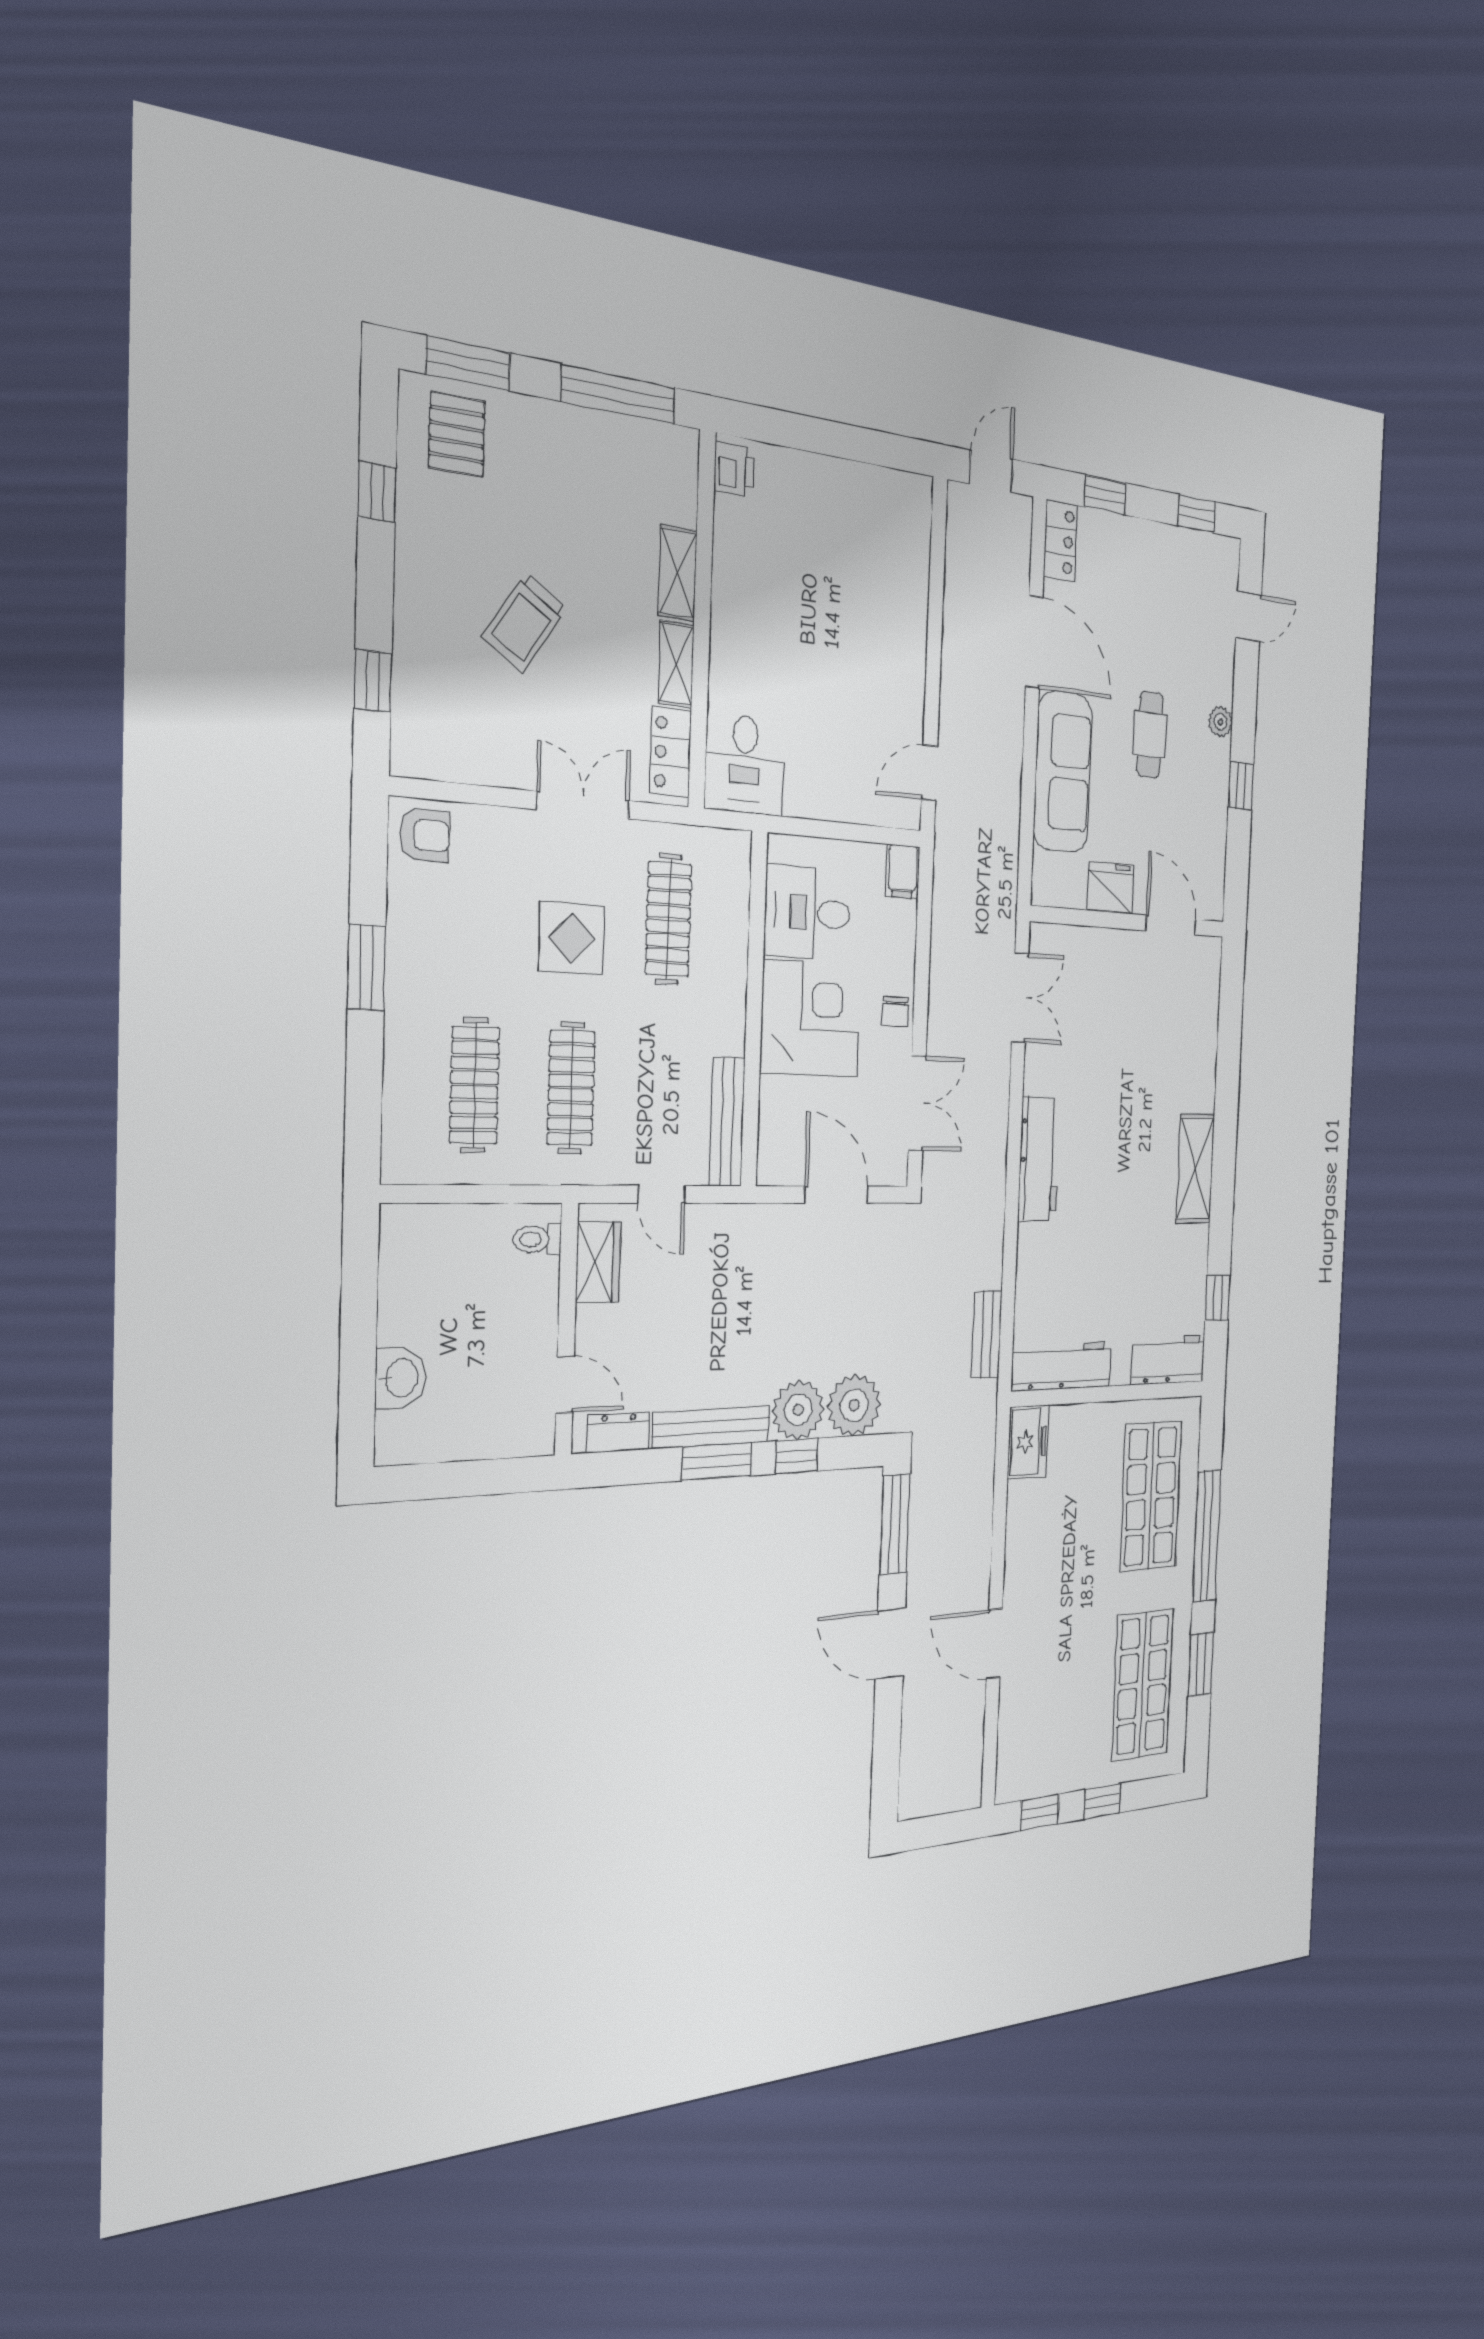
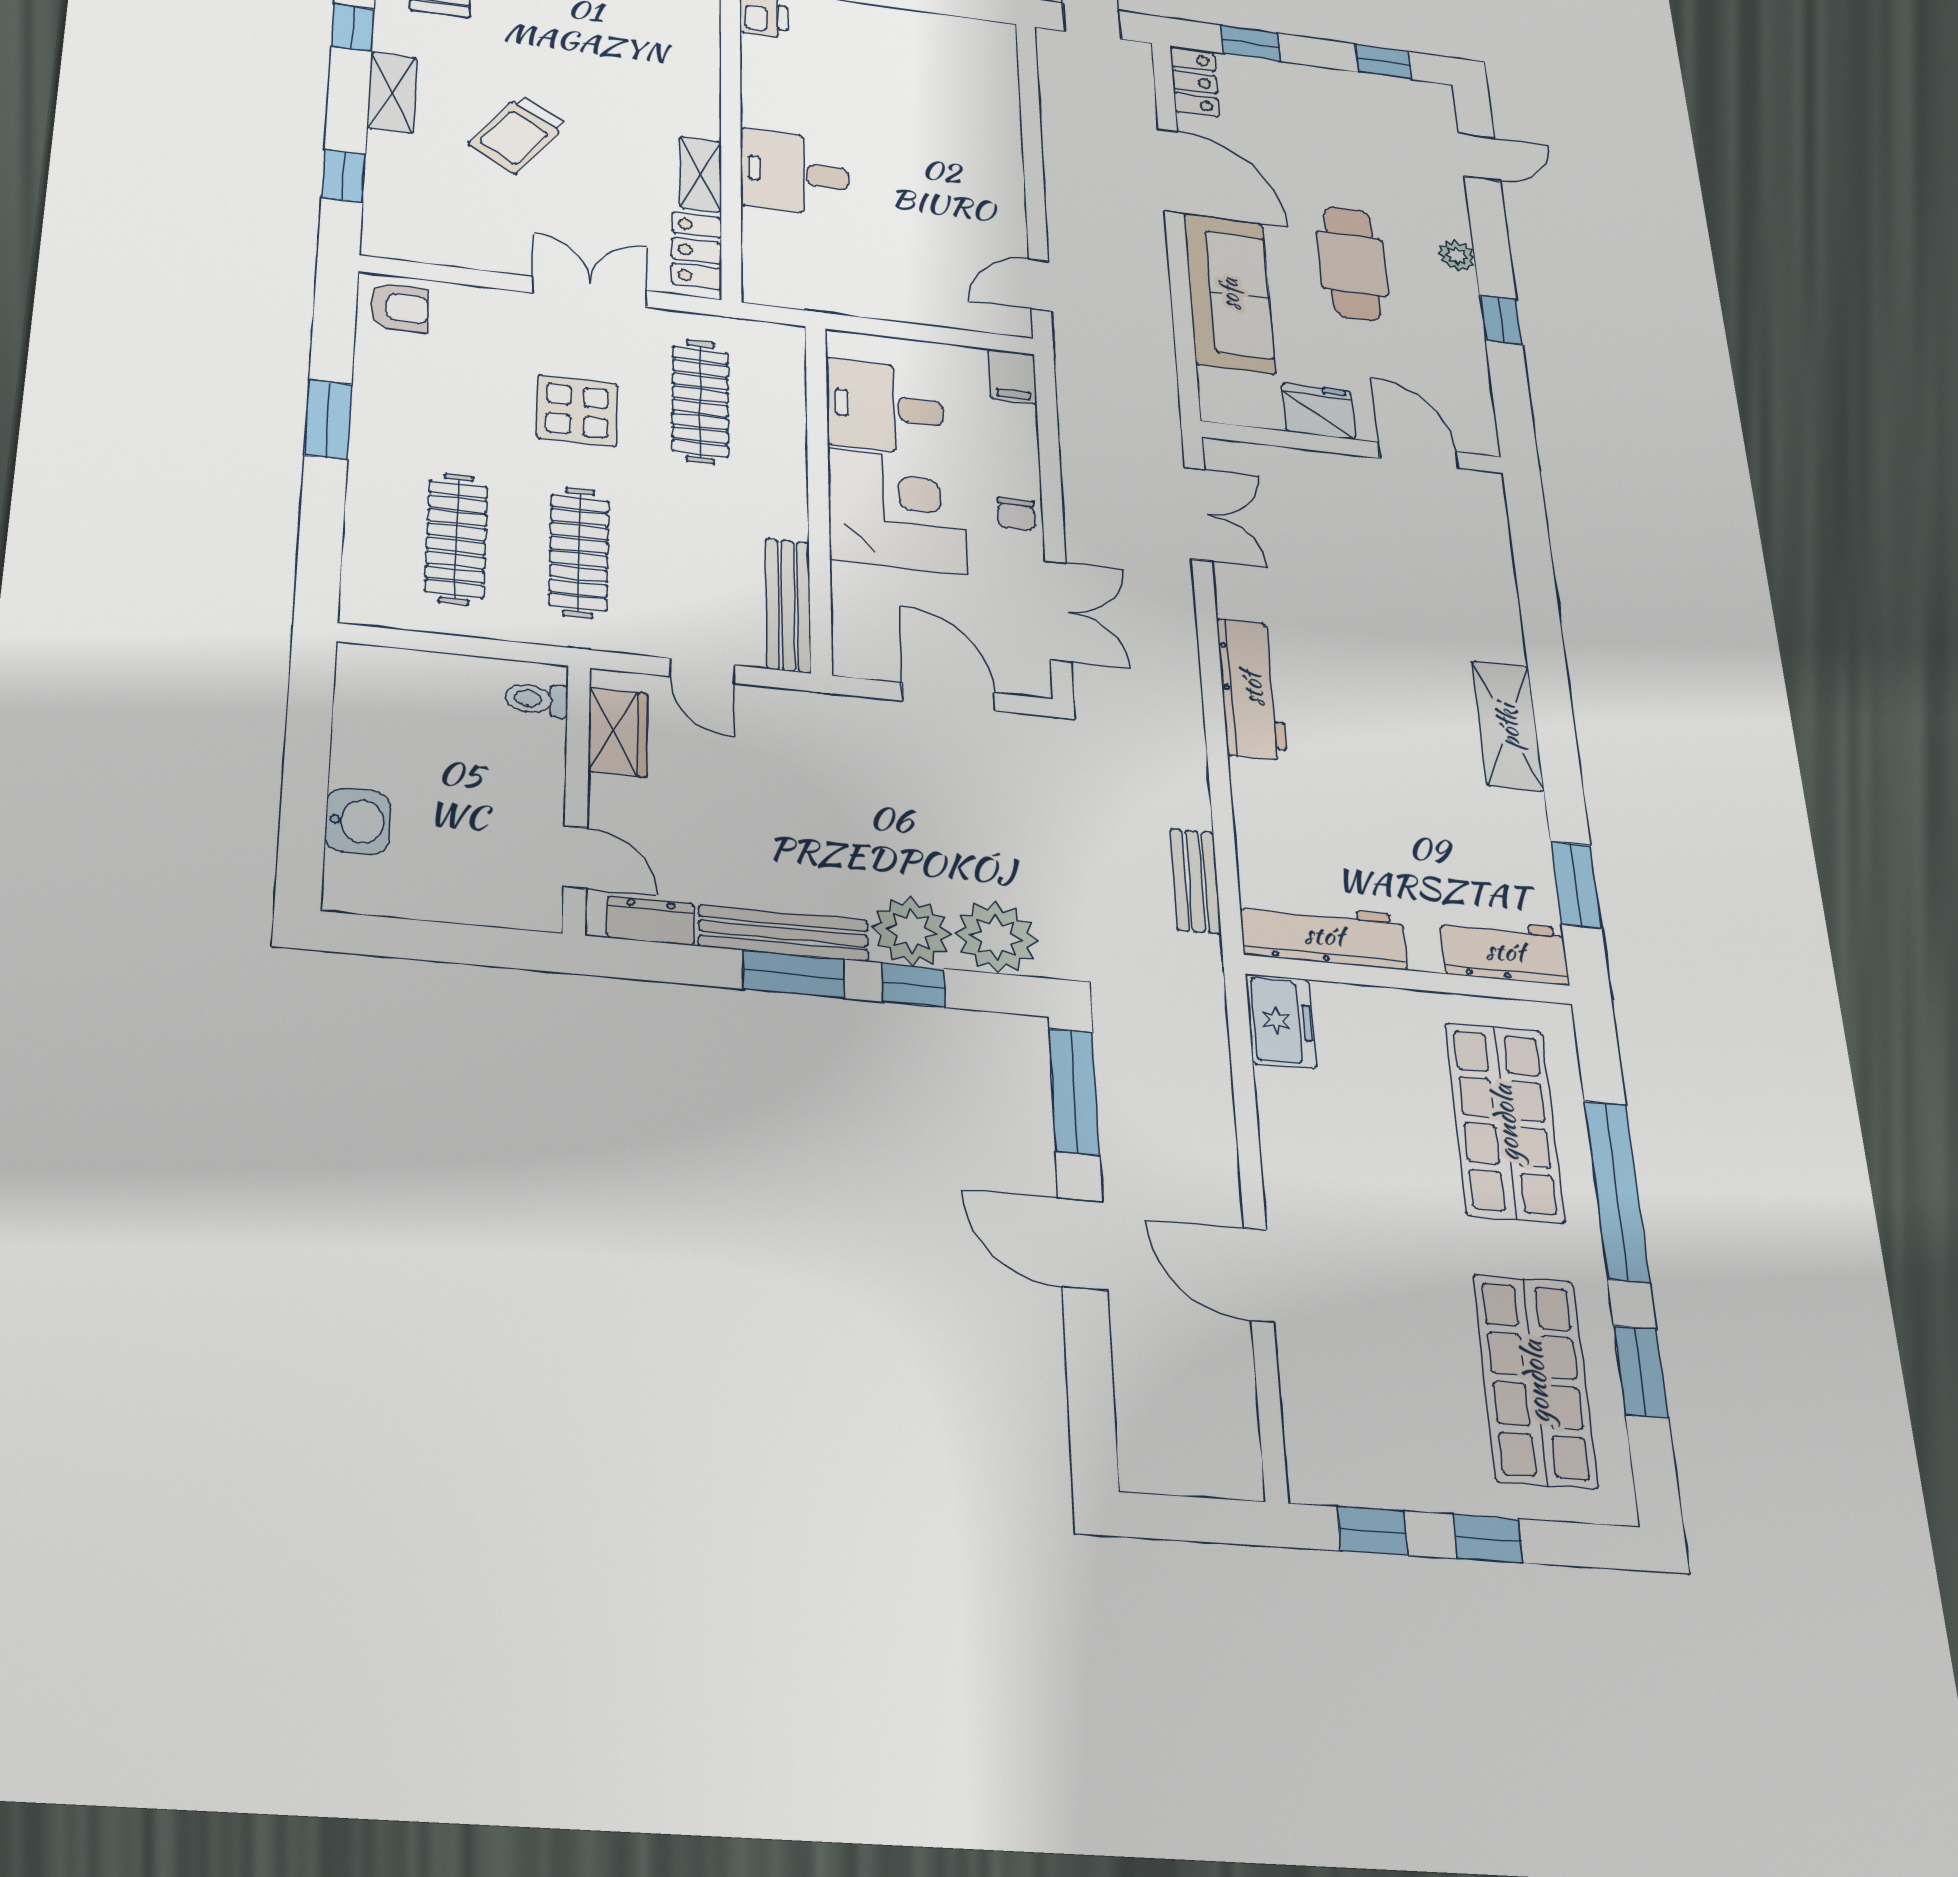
shelving: (677, 573) -> (392, 92), moved
cafe table: (1150, 735) -> (1352, 263), width x1.37, depth x1.35
desk: (745, 764) -> (795, 173), moved, turned 90
window: (1218, 1298) -> (1576, 885), width x1.50

